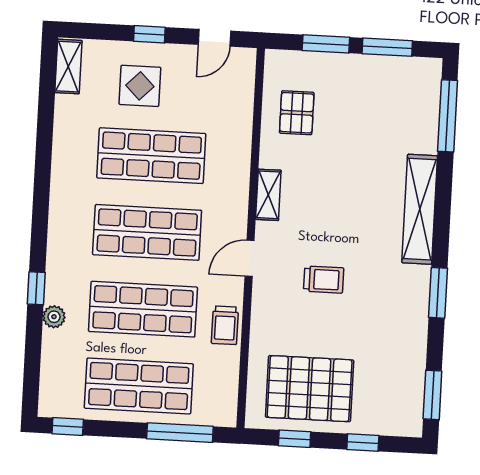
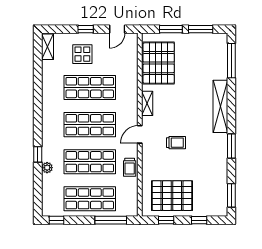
pallet: (297, 113) -> (159, 63), width x2.05, depth x2.00

